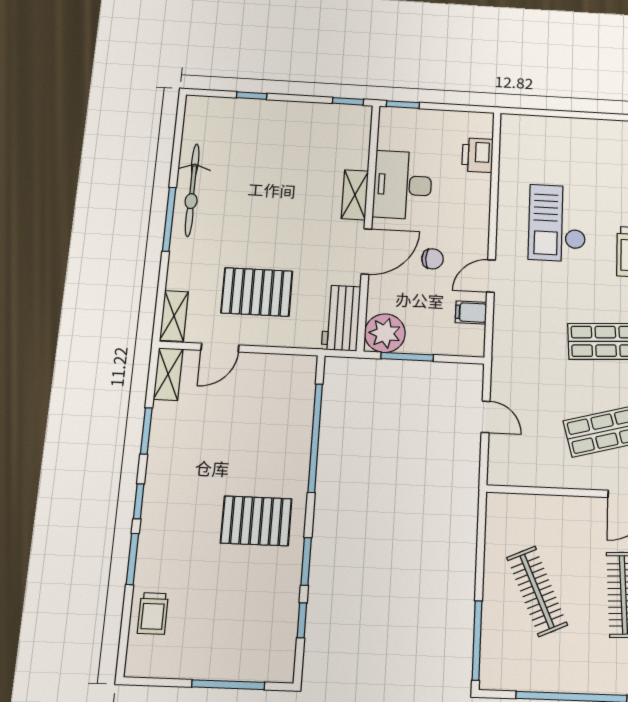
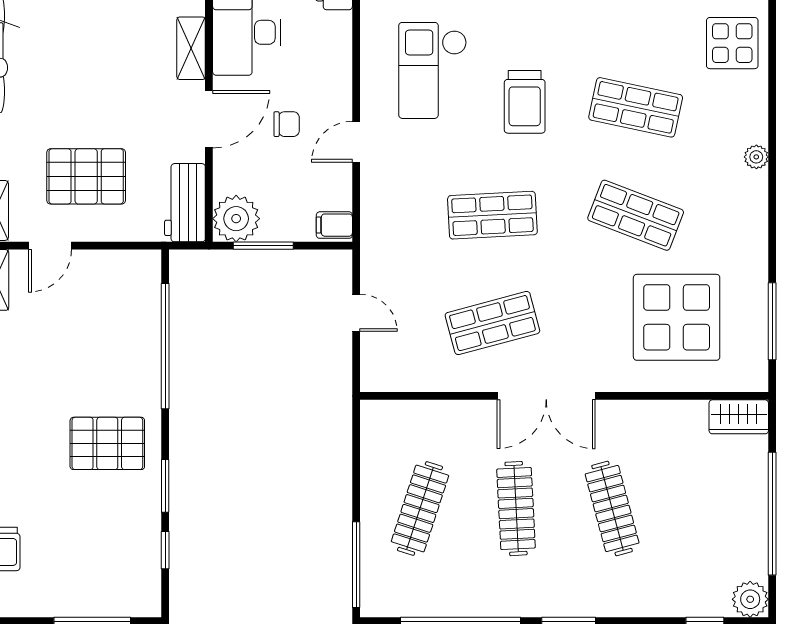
filing cabinet: (471, 312) -> (334, 225), moved
clothes rail: (537, 591) -> (420, 509), turned 42

